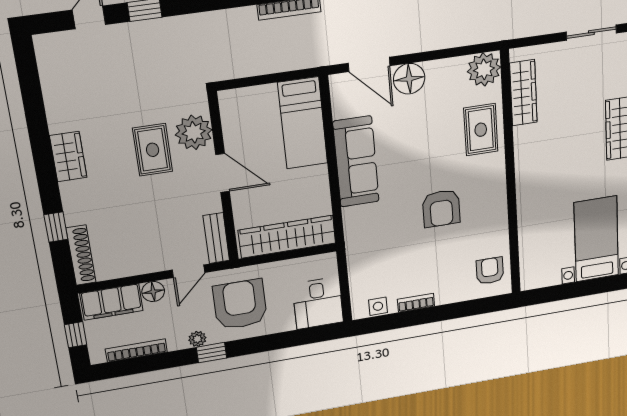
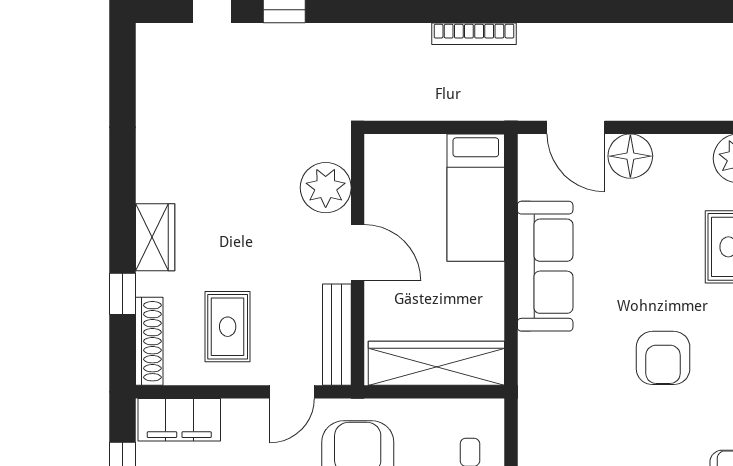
rug: (153, 150) -> (228, 327), moved
wardrobe: (68, 157) -> (155, 237), moved
bench: (216, 238) -> (337, 335), width x1.36
floor lamp: (153, 292) -> (239, 414), removed

